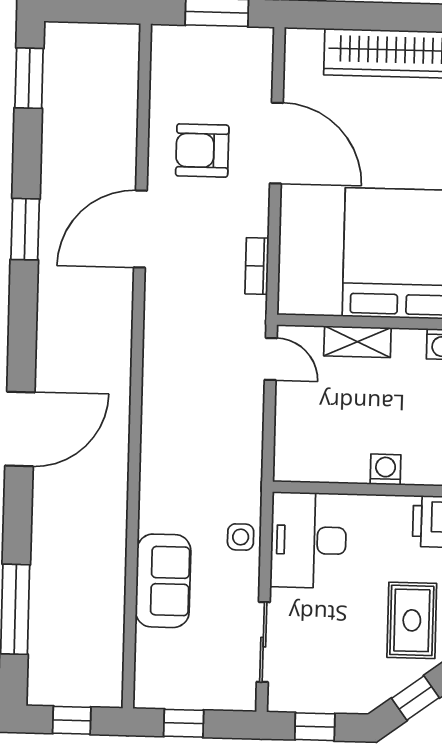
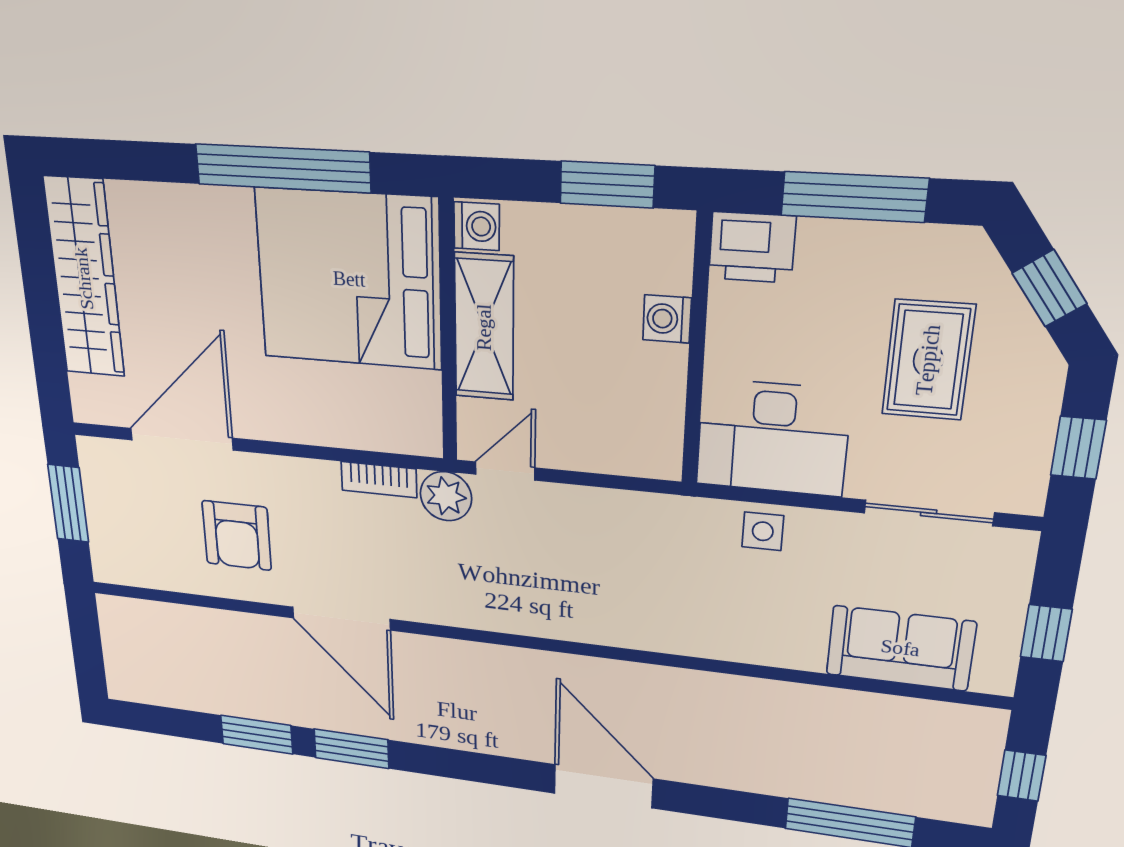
window: (29, 78) -> (257, 735), moved
door: (276, 143) -> (182, 439), moved
plant: (248, 315) -> (446, 496), added
shelving: (357, 342) -> (484, 327), width x1.50, depth x1.33
sofa: (163, 581) -> (900, 648), moved
rug: (412, 620) -> (928, 360), moved, turned 90

